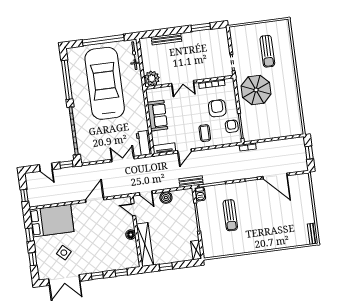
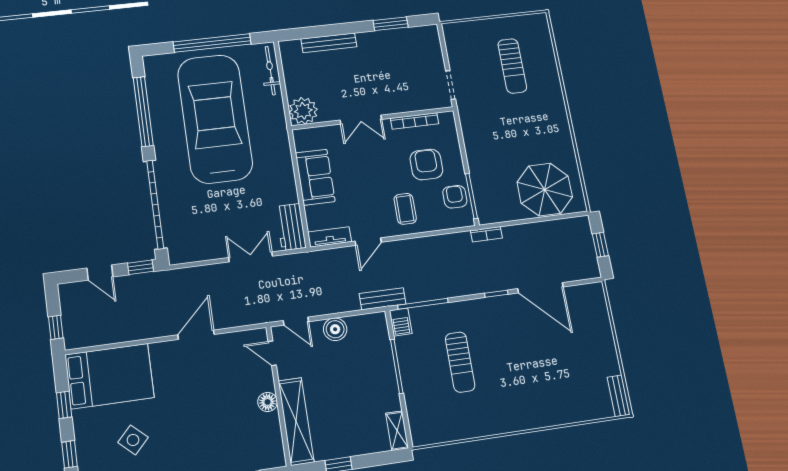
parasol: (256, 90) -> (545, 189), moved

